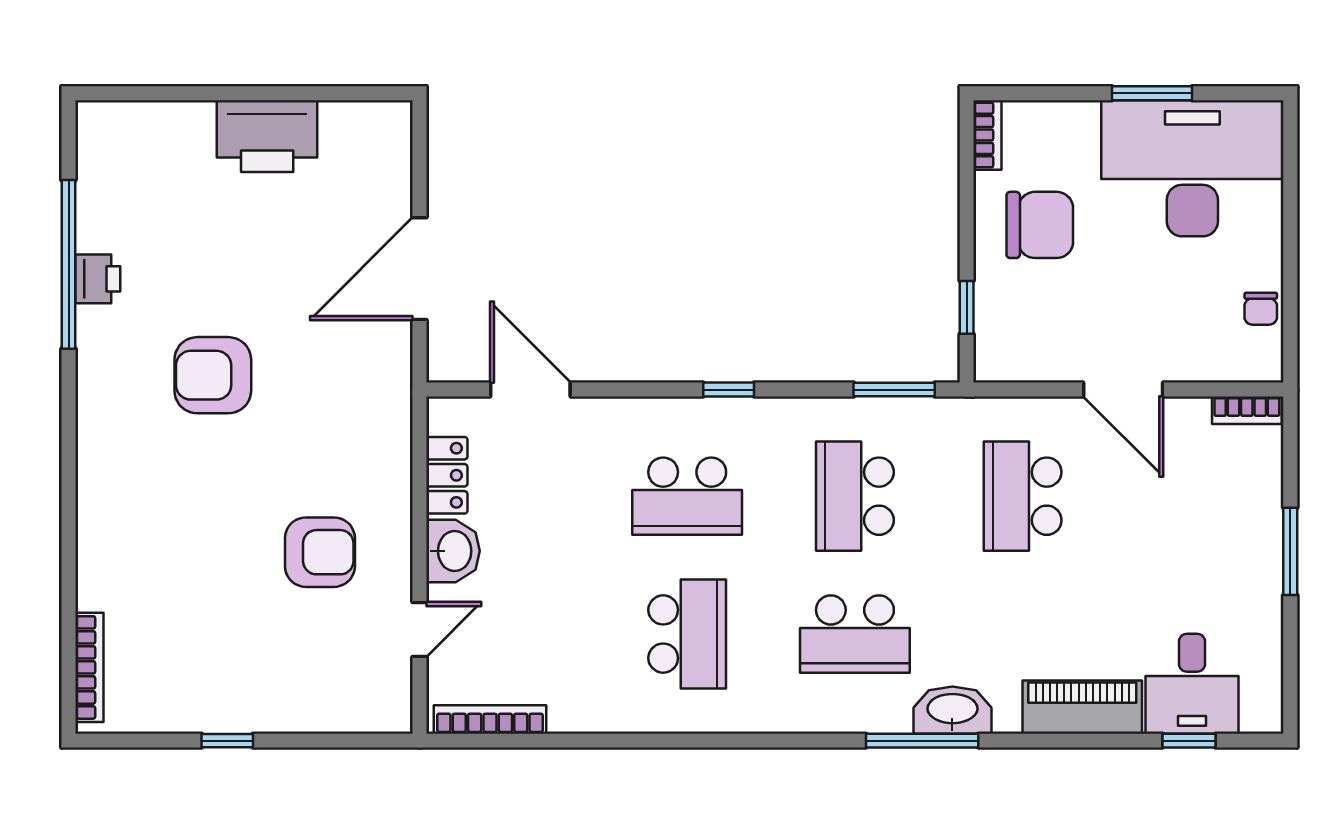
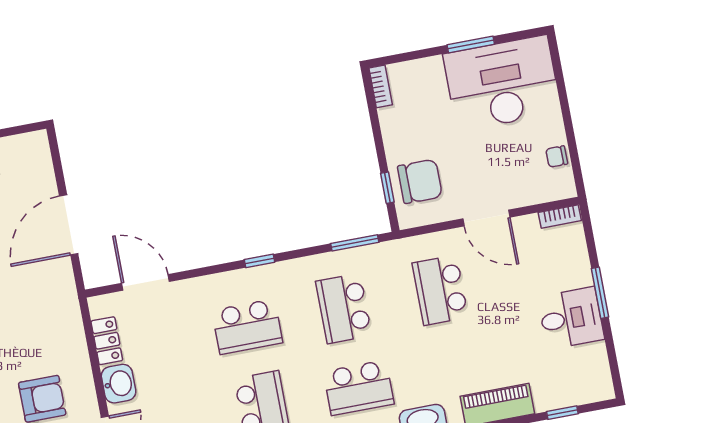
chair: (1040, 225) -> (420, 181), moved
chair: (1261, 309) -> (557, 157), turned 90
desk: (1192, 684) -> (571, 318), moved, turned -90

